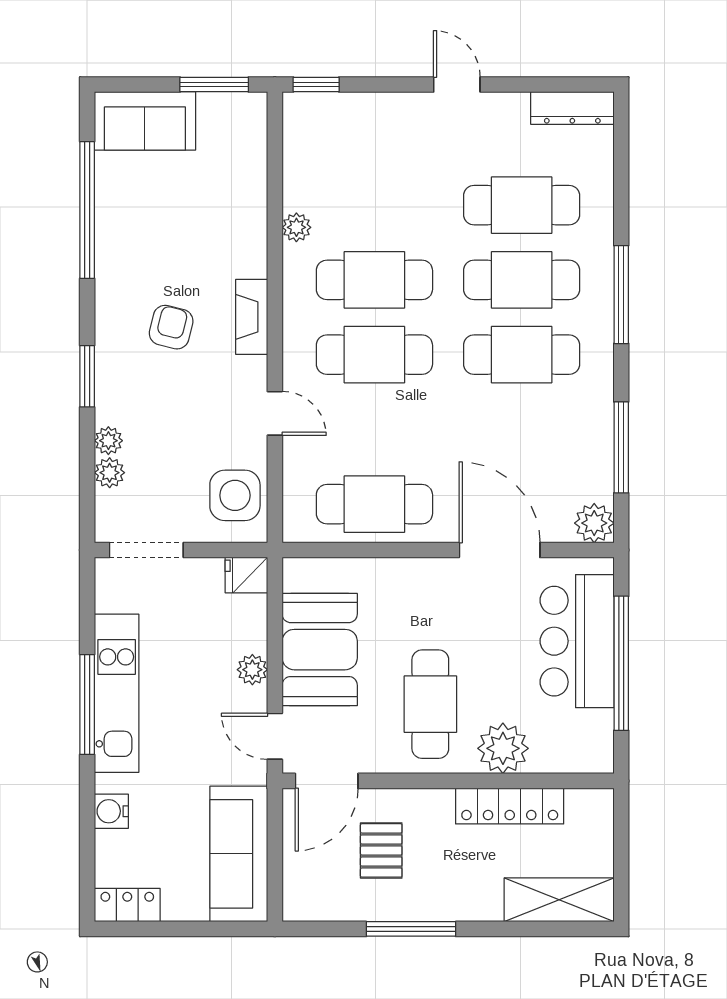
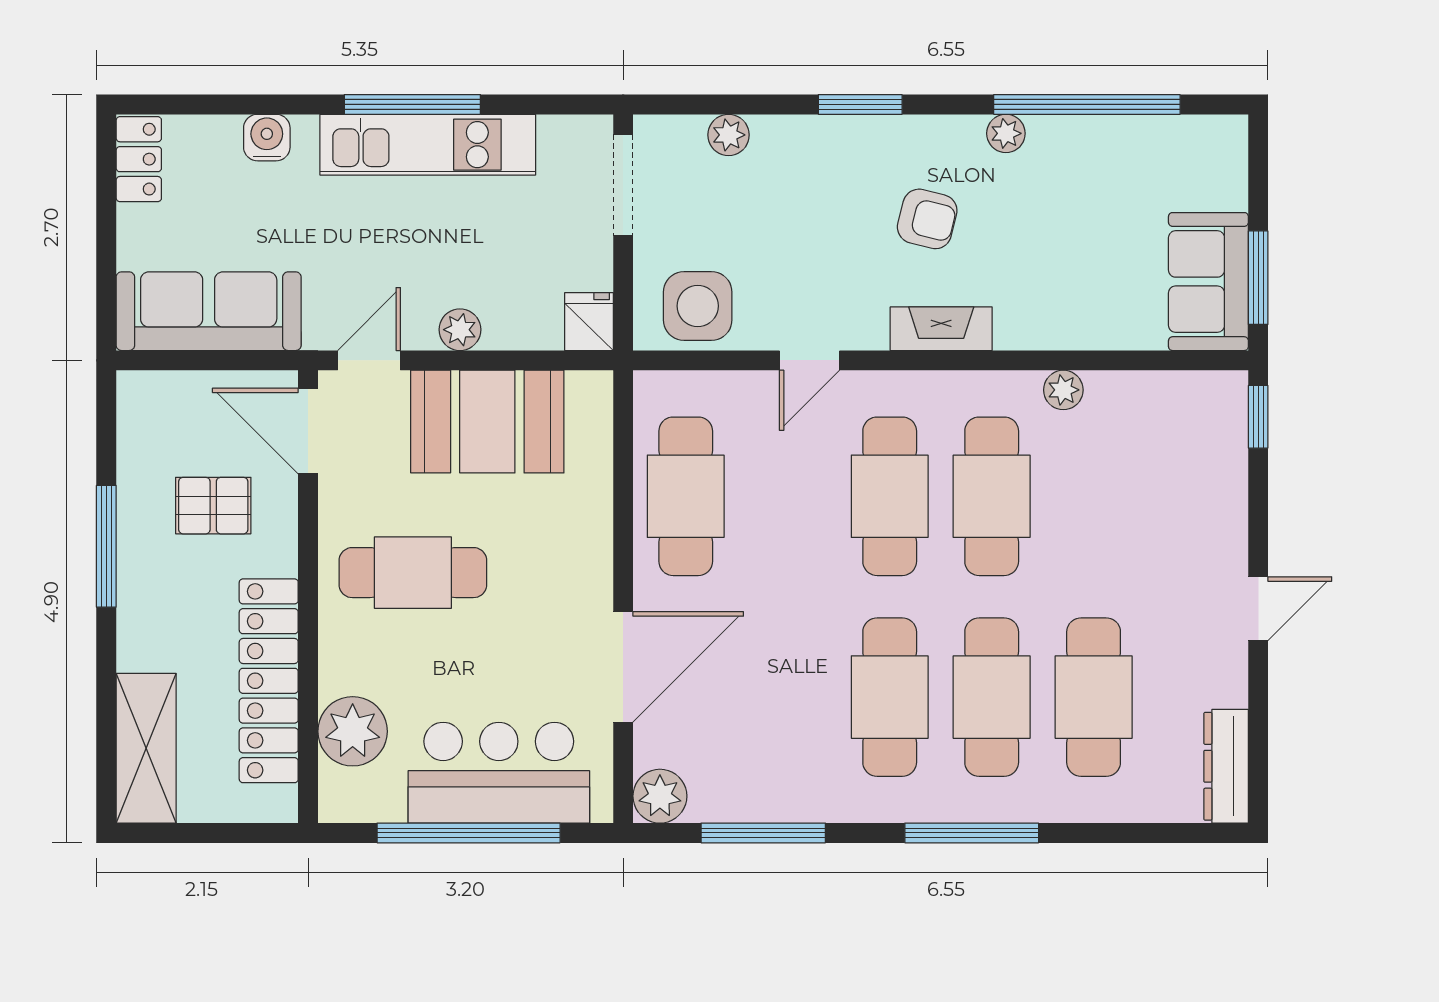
sofa: (145, 121) -> (1208, 282), moved
plant: (108, 441) -> (1006, 133), moved
plant: (503, 748) -> (353, 731), moved
locker: (510, 806) -> (269, 681), width x1.41, depth x1.21

